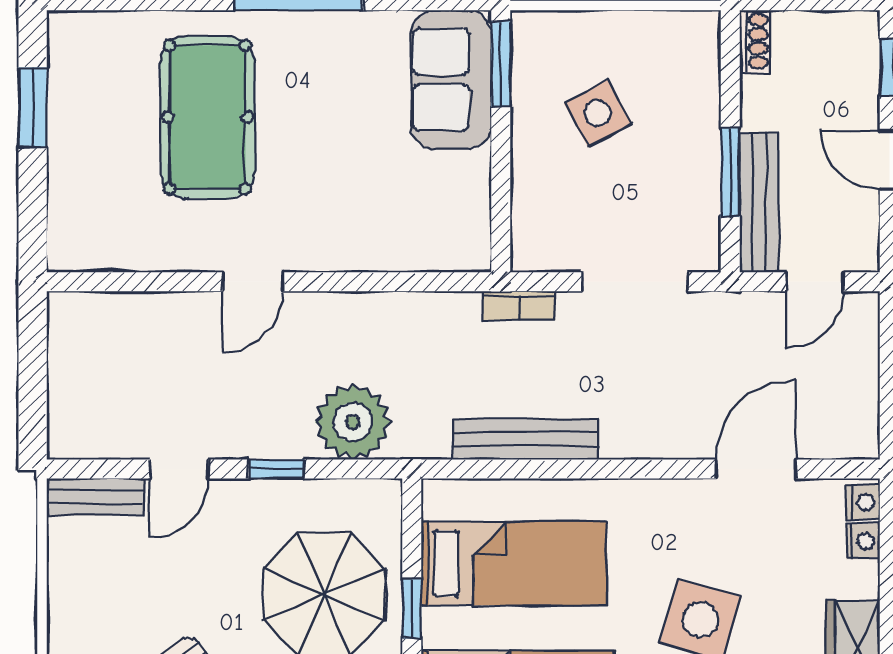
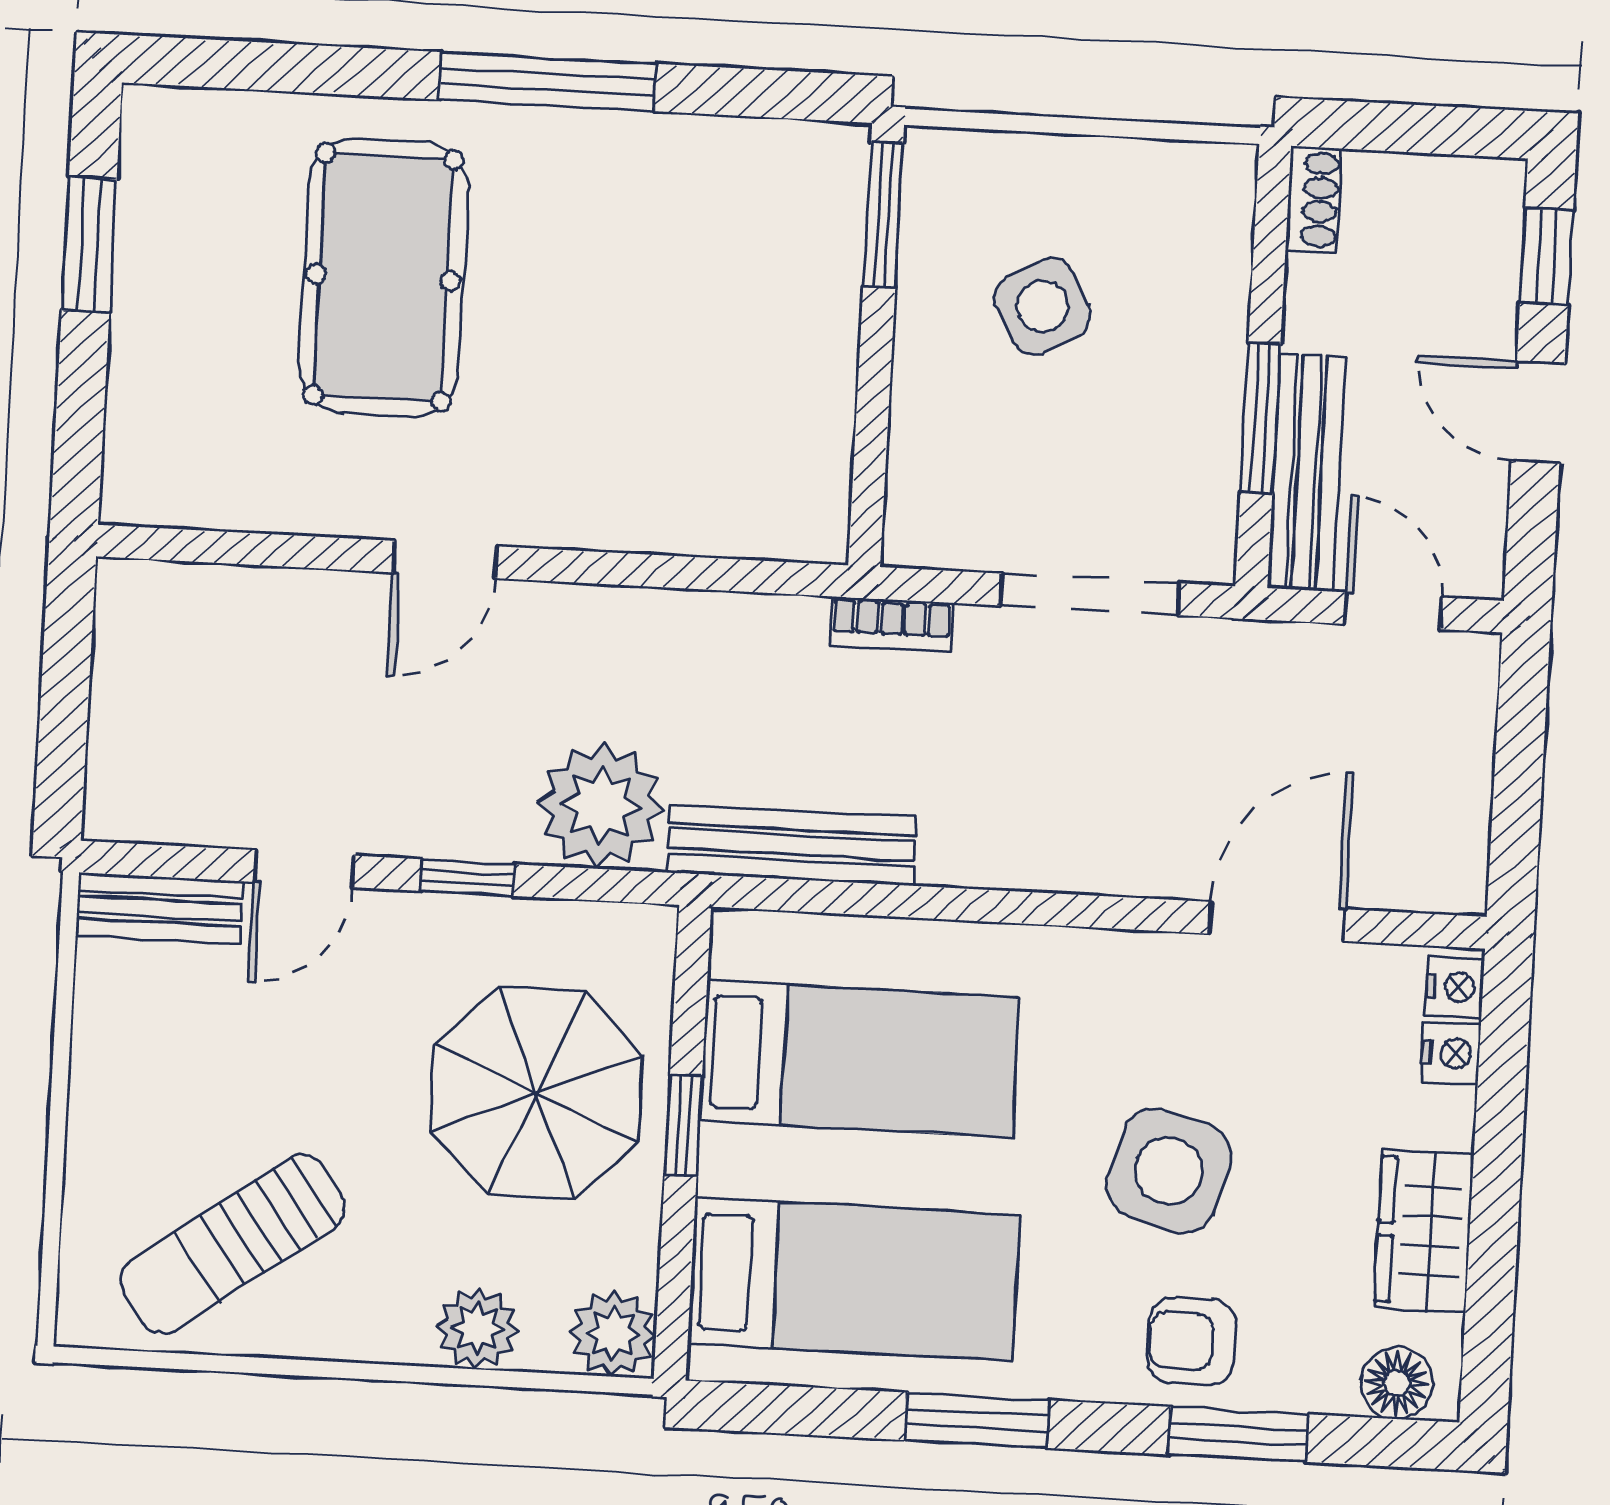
sofa: (451, 80) -> (798, 237), removed
door: (815, 282) -> (1393, 611), swing flipped
bench: (526, 439) -> (792, 845), moved

